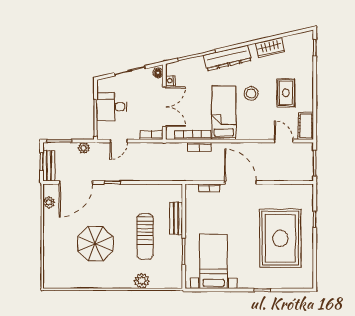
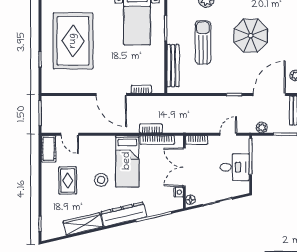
wardrobe: (270, 47) -> (83, 224), width x1.50
bench: (176, 218) -> (173, 66), width x1.36

